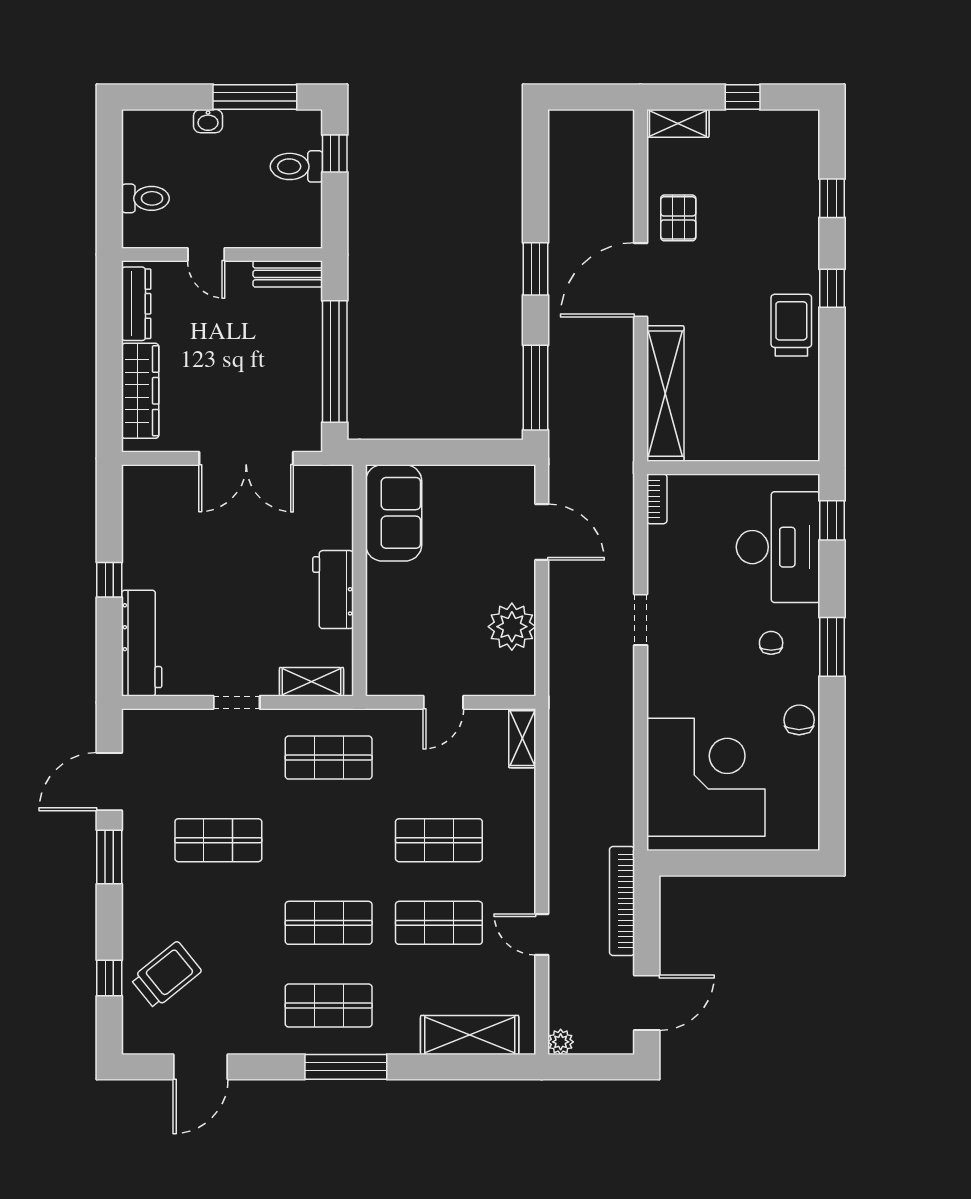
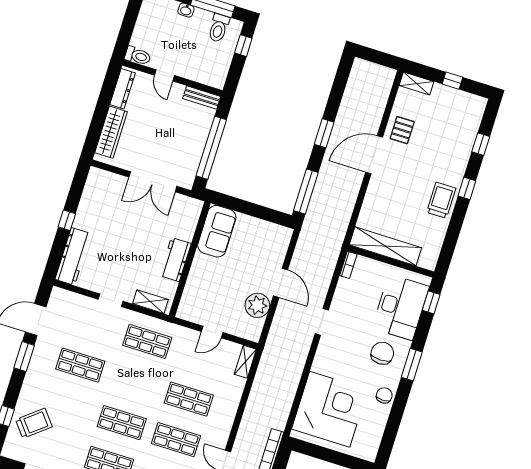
toilet: (296, 166) -> (219, 28), moved, turned -90
toilet: (145, 198) -> (138, 56), moved
shelving: (665, 394) -> (385, 246), moved, turned 90
door: (542, 532) -> (281, 283), moved
chair: (771, 643) -> (382, 353), width x1.87, depth x1.87

